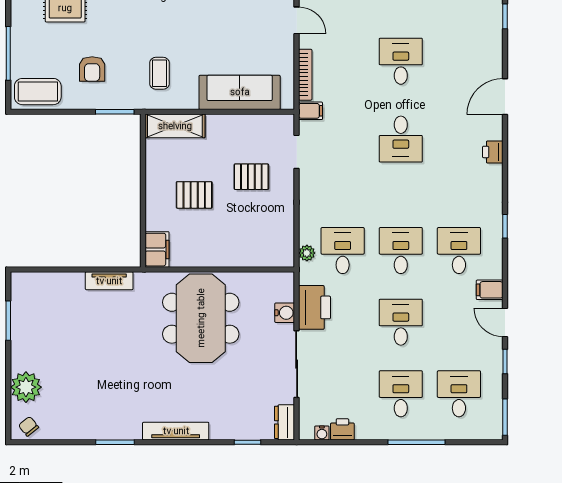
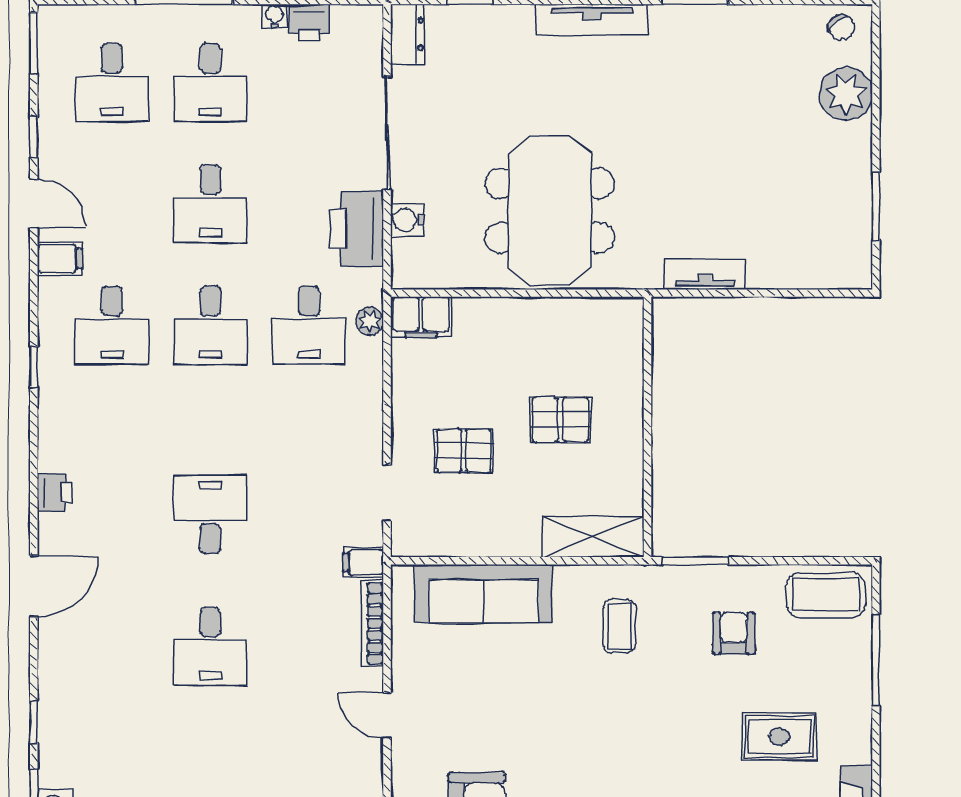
filing cabinet: (157, 250) -> (421, 317), moved, turned -90
water cooler: (322, 433) -> (274, 16), moved

